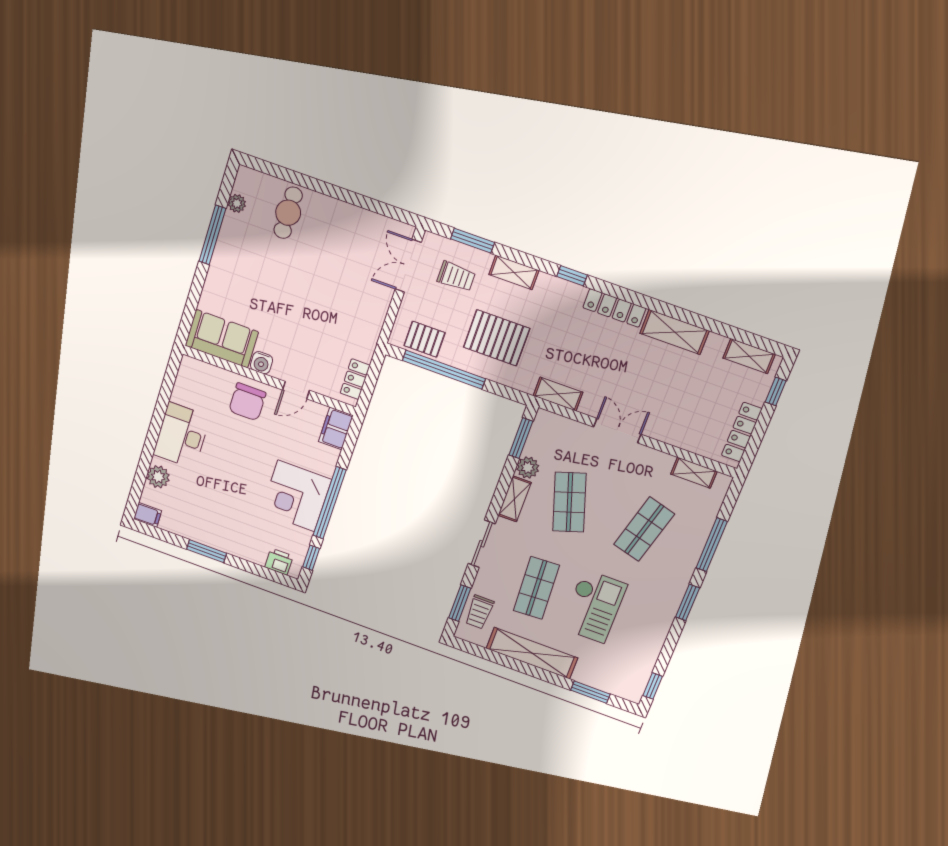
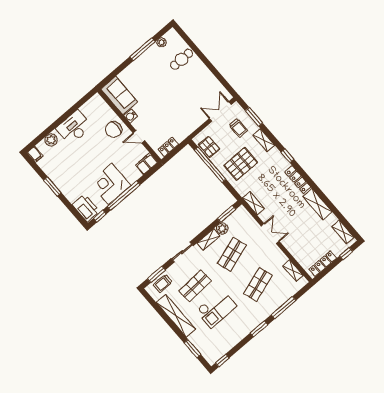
pallet: (497, 338) -> (241, 164), turned 90
shop shelf: (644, 529) -> (258, 285), turned -33
printer: (279, 562) -> (86, 208), width x1.87, depth x1.48

